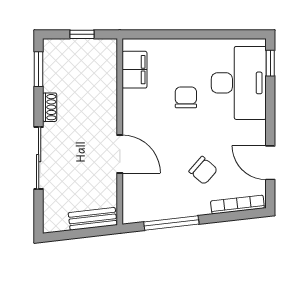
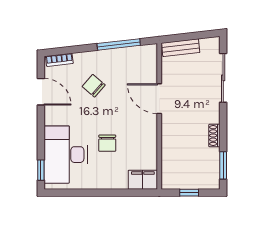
filing cabinet: (135, 70) -> (143, 180), moved, turned 90
sliding door: (39, 158) -> (223, 78), moved
bookcase: (237, 205) -> (59, 60), width x0.64

